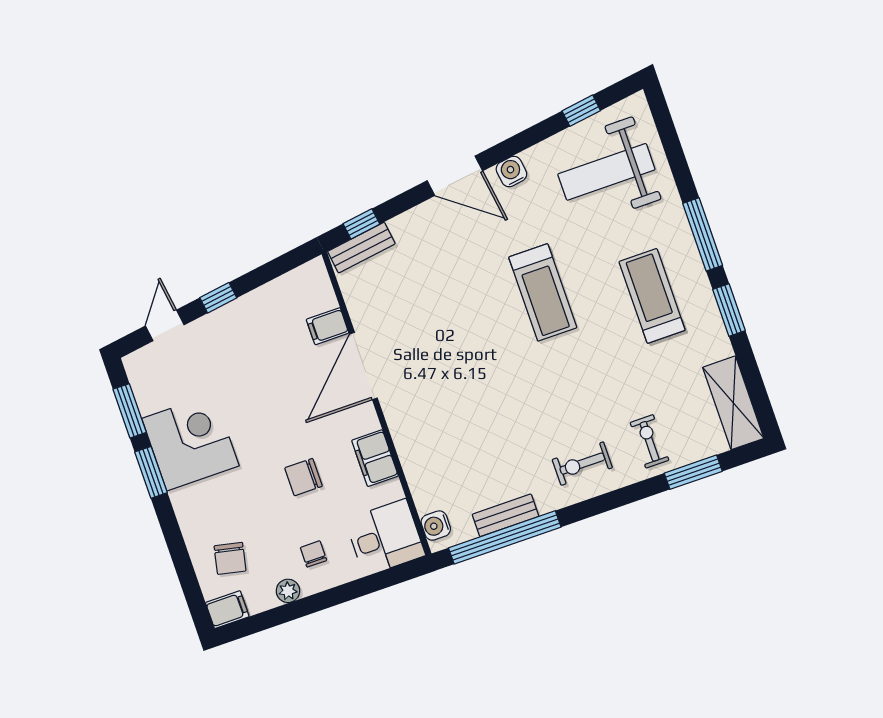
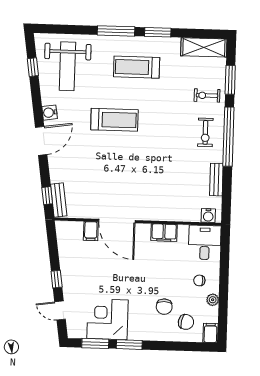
corner desk: (190, 442) -> (107, 319), moved
chair: (304, 477) -> (164, 307), moved
window: (505, 537) -> (228, 137), moved

